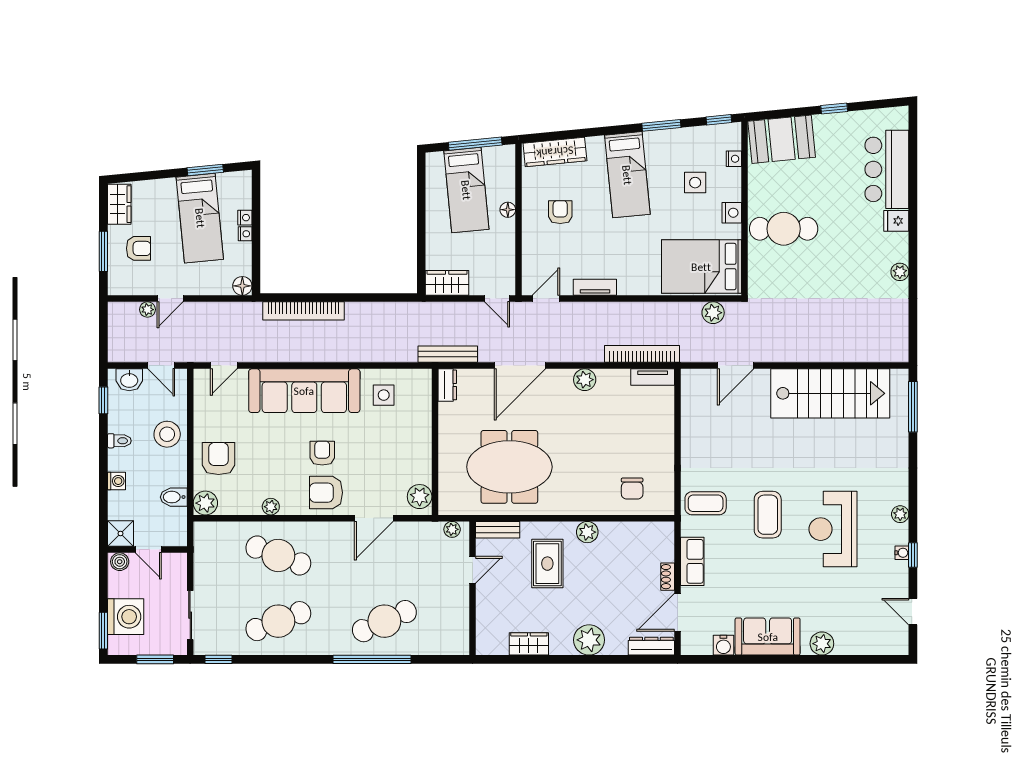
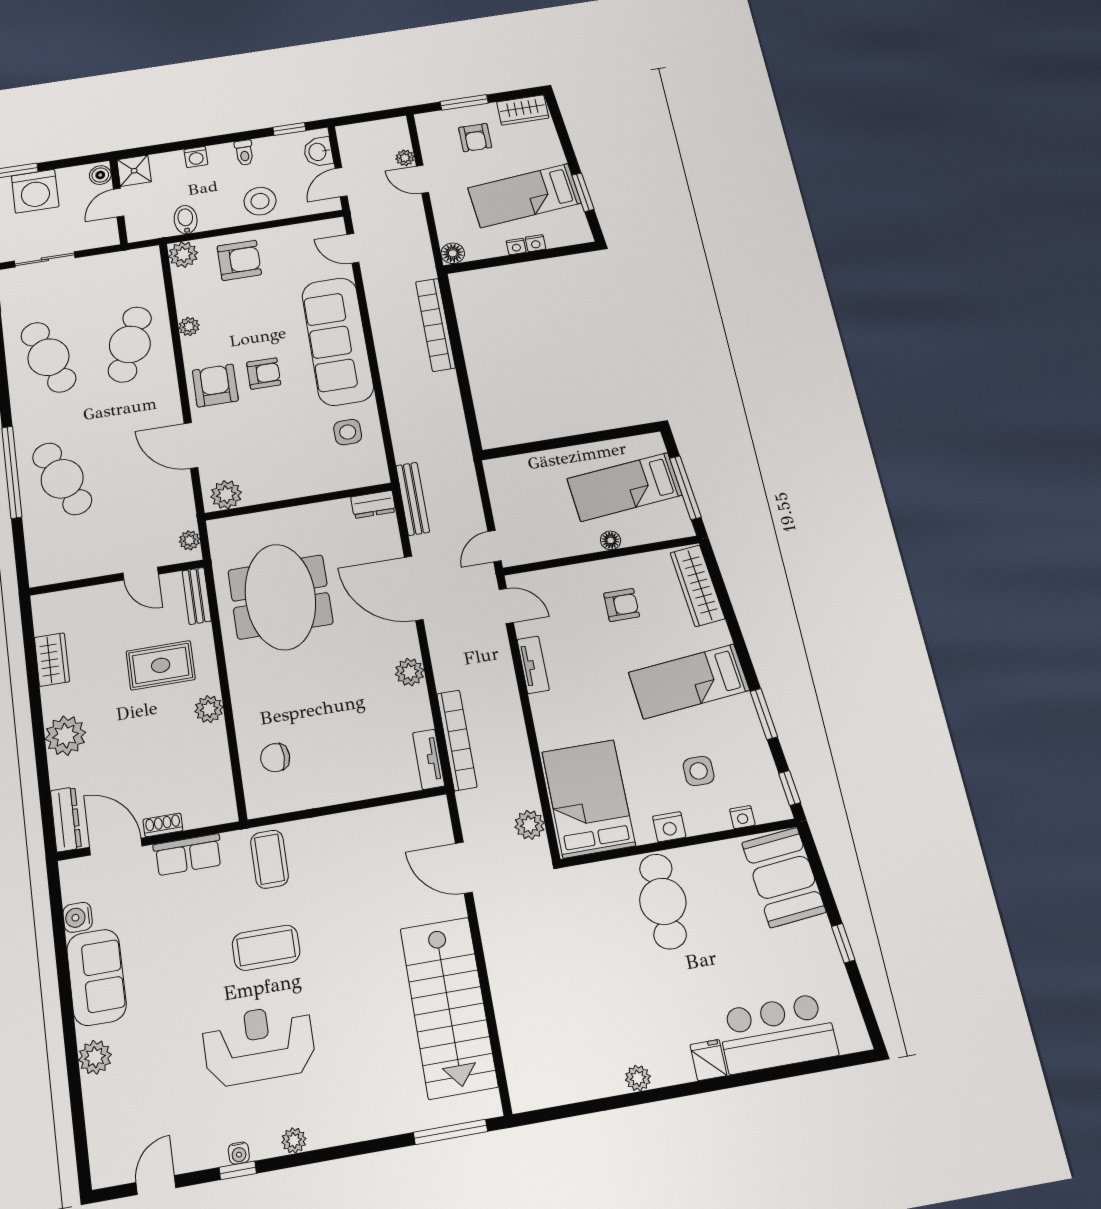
wardrobe: (447, 283) -> (503, 483), removed

